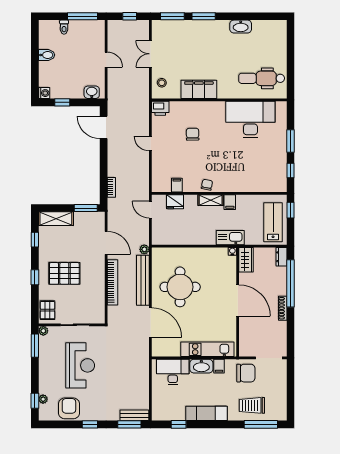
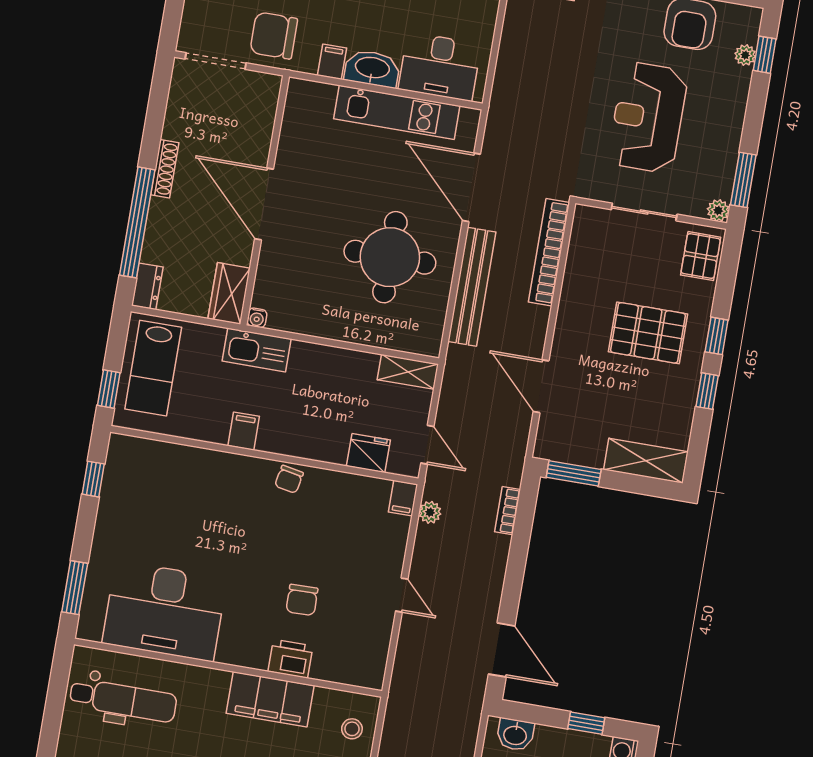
printer: (160, 108) -> (290, 659), moved
window: (290, 141) -> (75, 588), moved
filing cabinet: (177, 185) -> (403, 498), moved
shelving: (211, 200) -> (408, 372), moved
window: (35, 240) -> (707, 391), moved
plant: (144, 249) -> (430, 512), moved
bookcase: (113, 282) -> (549, 252), moved
kitchen unit: (207, 349) -> (397, 112), moved

